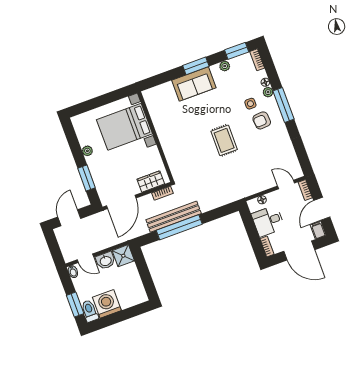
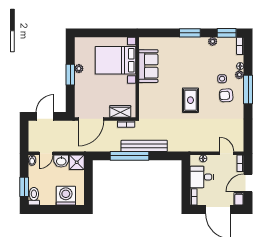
sofa: (194, 84) -> (148, 66), moved, turned -90
window: (86, 178) -> (70, 75), moved
bench: (174, 217) -> (144, 146), moved
door: (85, 258) -> (46, 153), hinge flipped
washing machine: (107, 304) -> (66, 196), moved

